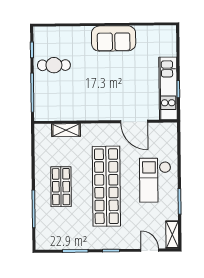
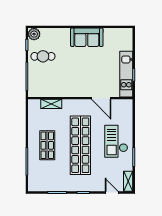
plant: (42, 35) -> (34, 34), added

